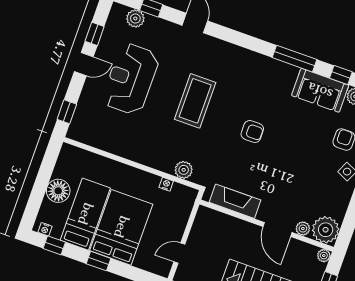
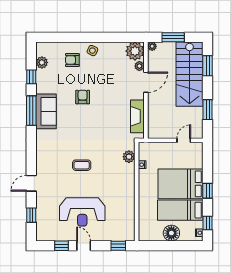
plant: (135, 18) -> (42, 223), removed
sofa: (320, 90) -> (46, 111), moved
coffee table: (195, 101) -> (82, 165), width x0.54, depth x0.58
armchair: (252, 132) -> (83, 97), moved
door: (179, 253) -> (184, 140), swing flipped

